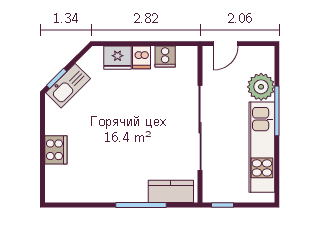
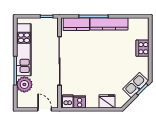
door: (226, 44) -> (45, 109), hinge flipped
dishwasher: (142, 57) -> (68, 101), moved
kitchen counter: (114, 192) -> (109, 24), added

